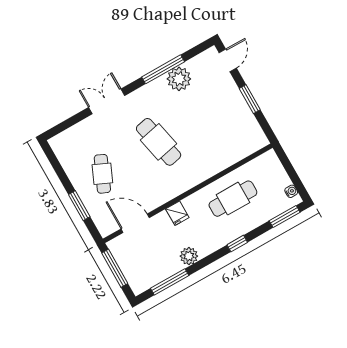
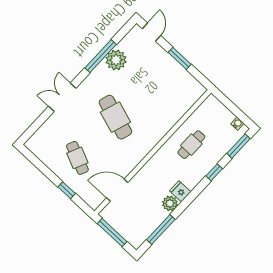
cafe table: (159, 142) -> (115, 117), turned 30
cafe table: (233, 199) -> (191, 145), width x0.73, depth x0.74
window: (79, 206) -> (67, 190), width x0.67
fridge: (177, 213) -> (180, 191), moved, turned 180
window: (237, 244) -> (214, 172), moved

